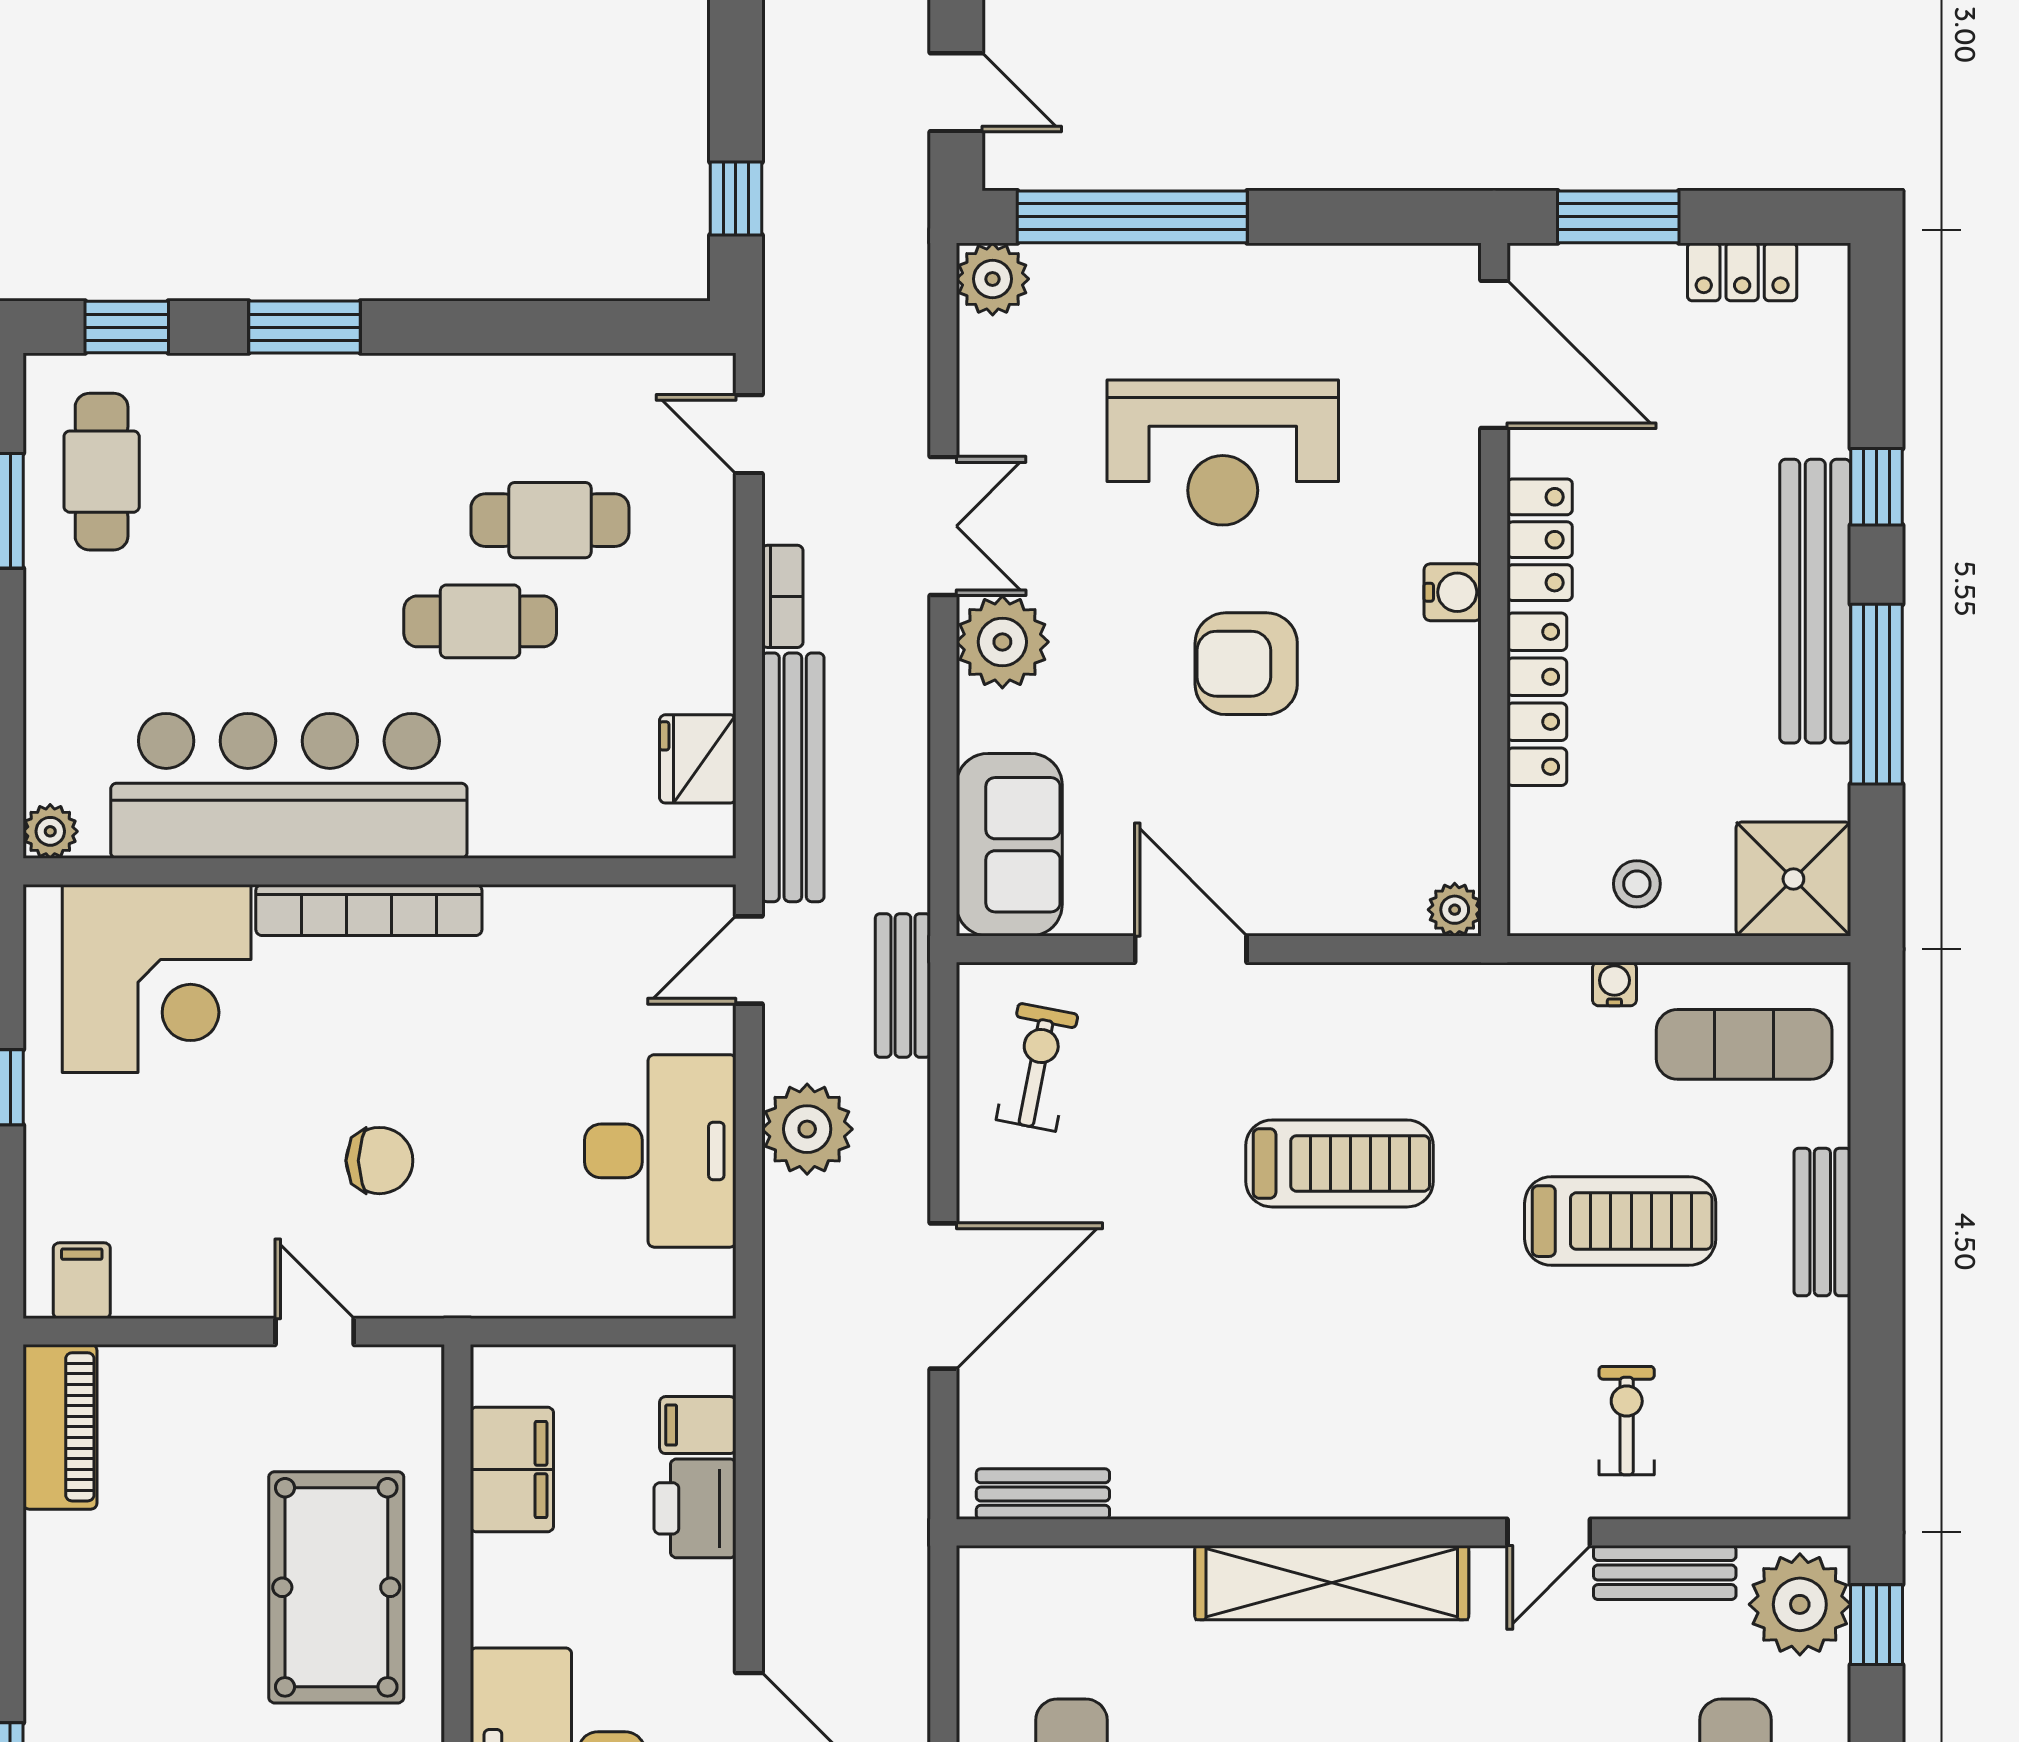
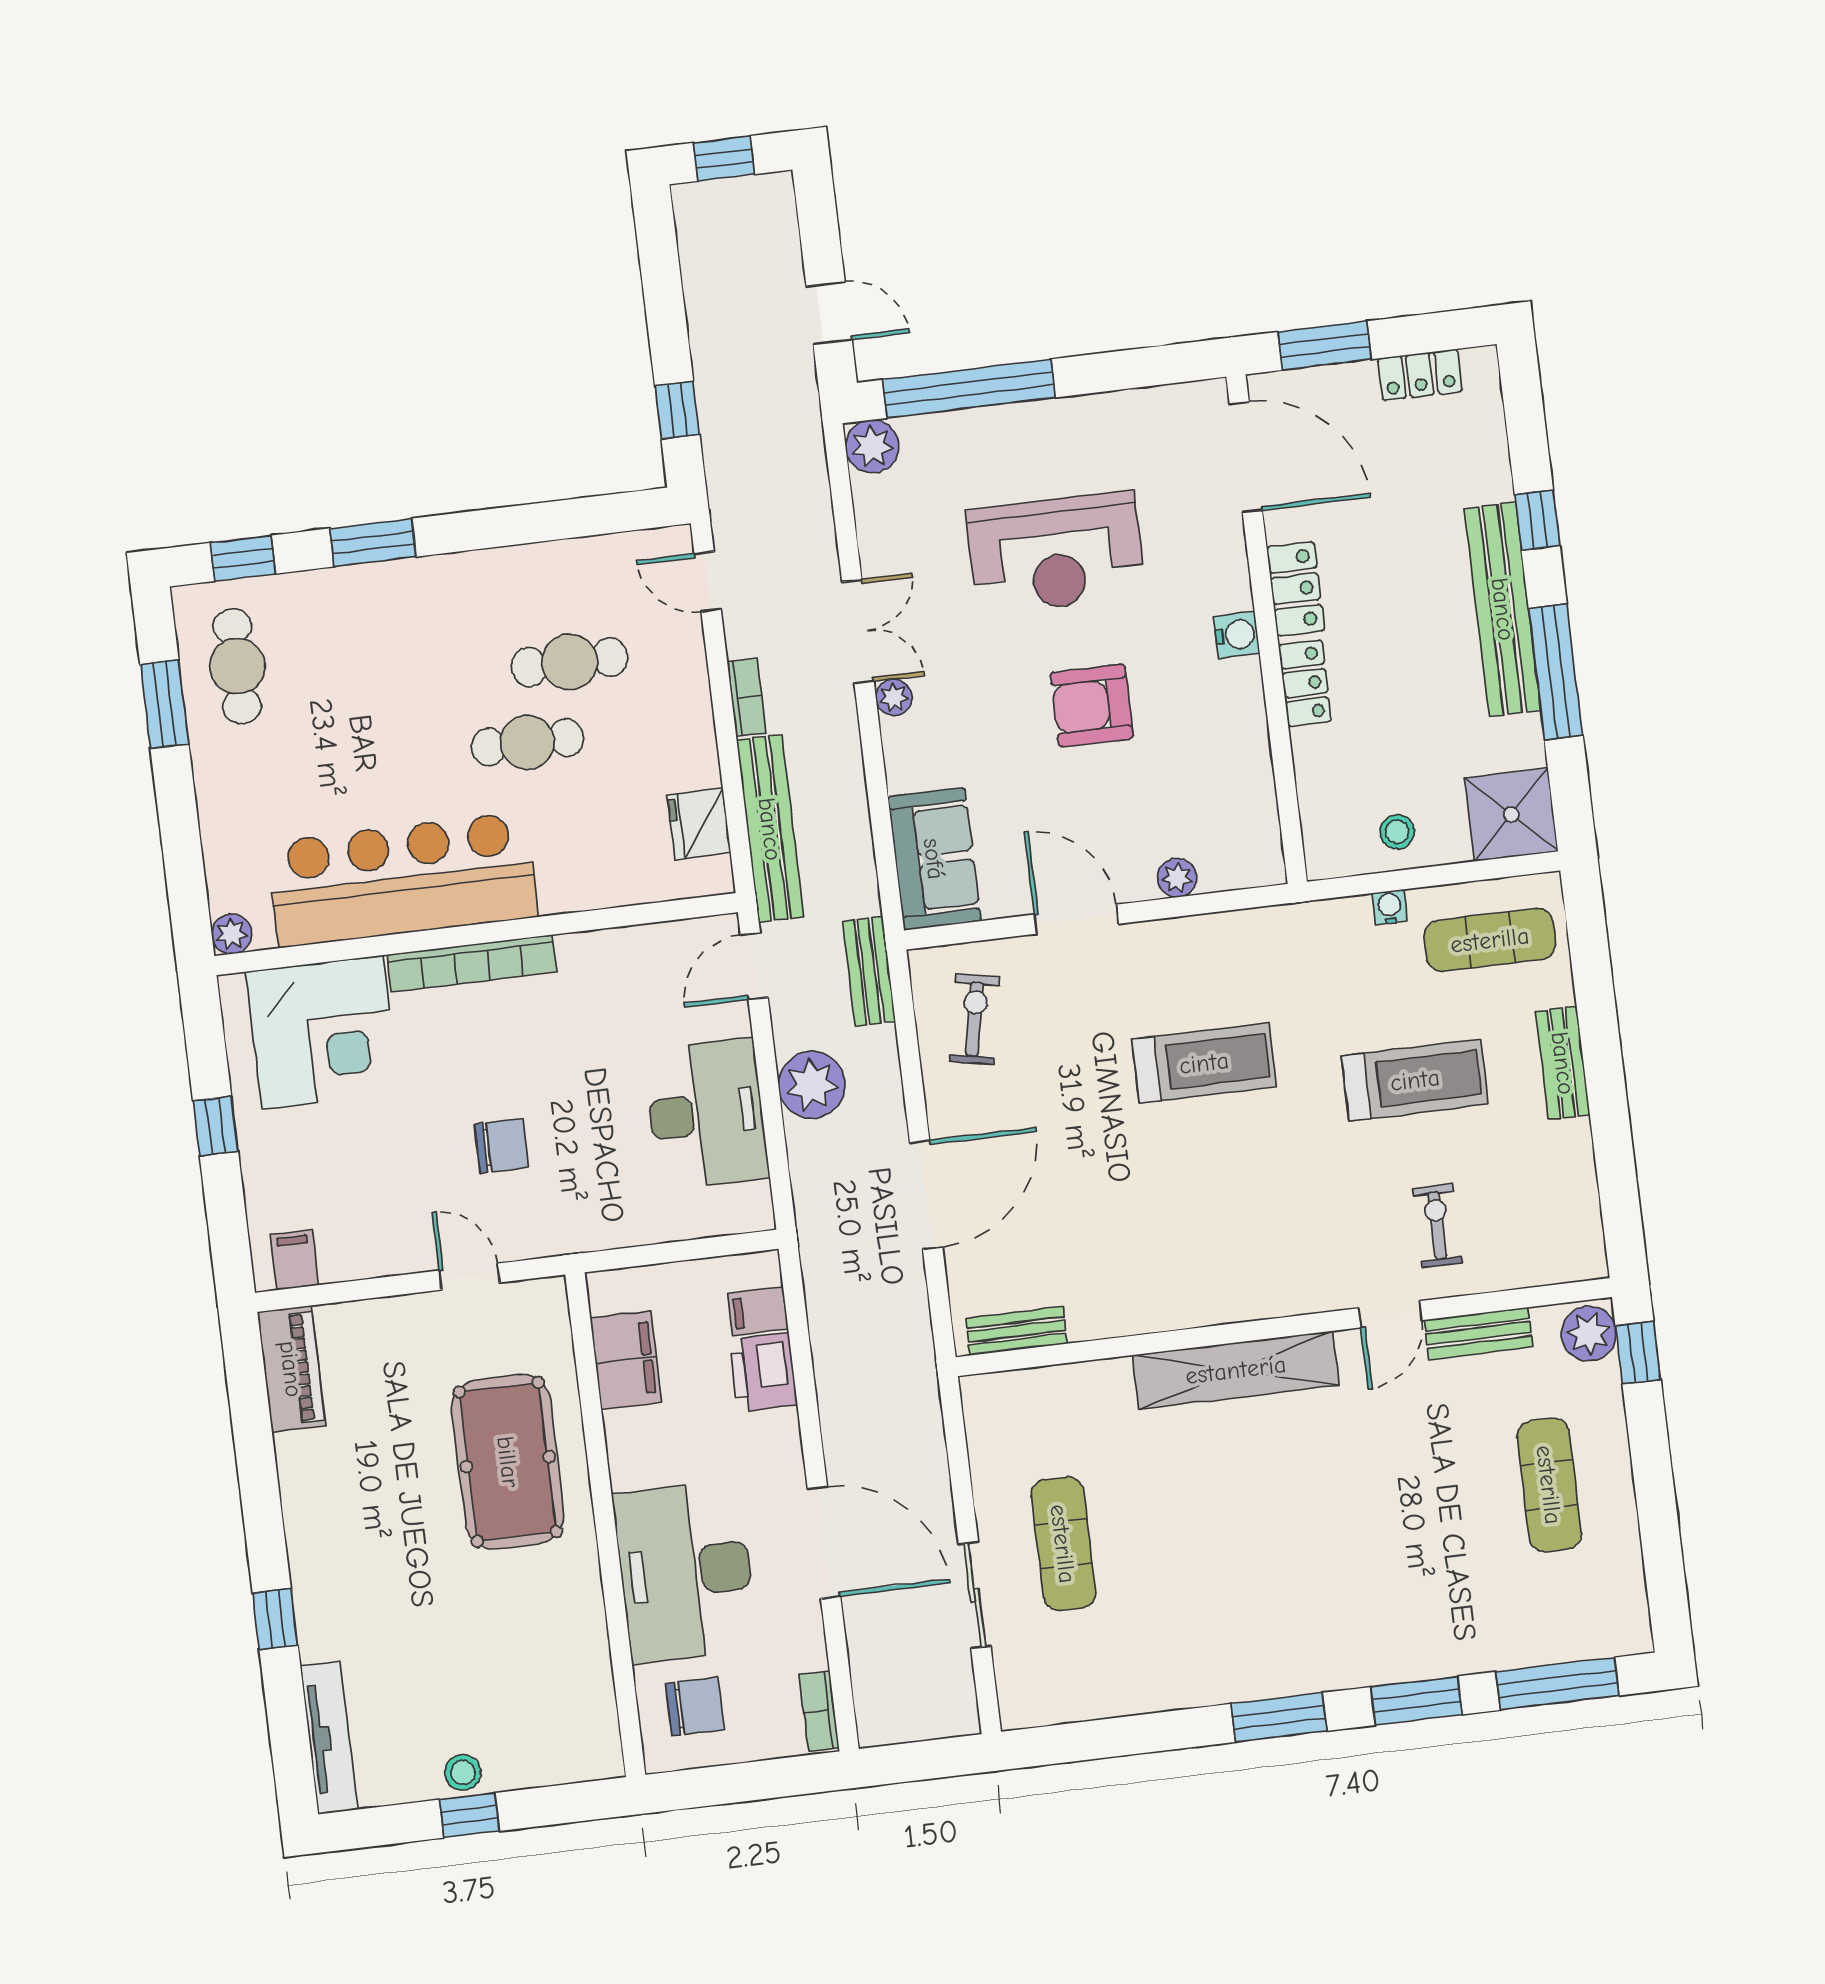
plant: (1002, 642) -> (894, 697), width x0.53, depth x0.53
locker: (1537, 699) -> (1305, 683), width x0.66
plant: (1455, 910) -> (1177, 878), moved
plant: (1800, 1604) -> (1589, 1334), width x0.73, depth x0.73

